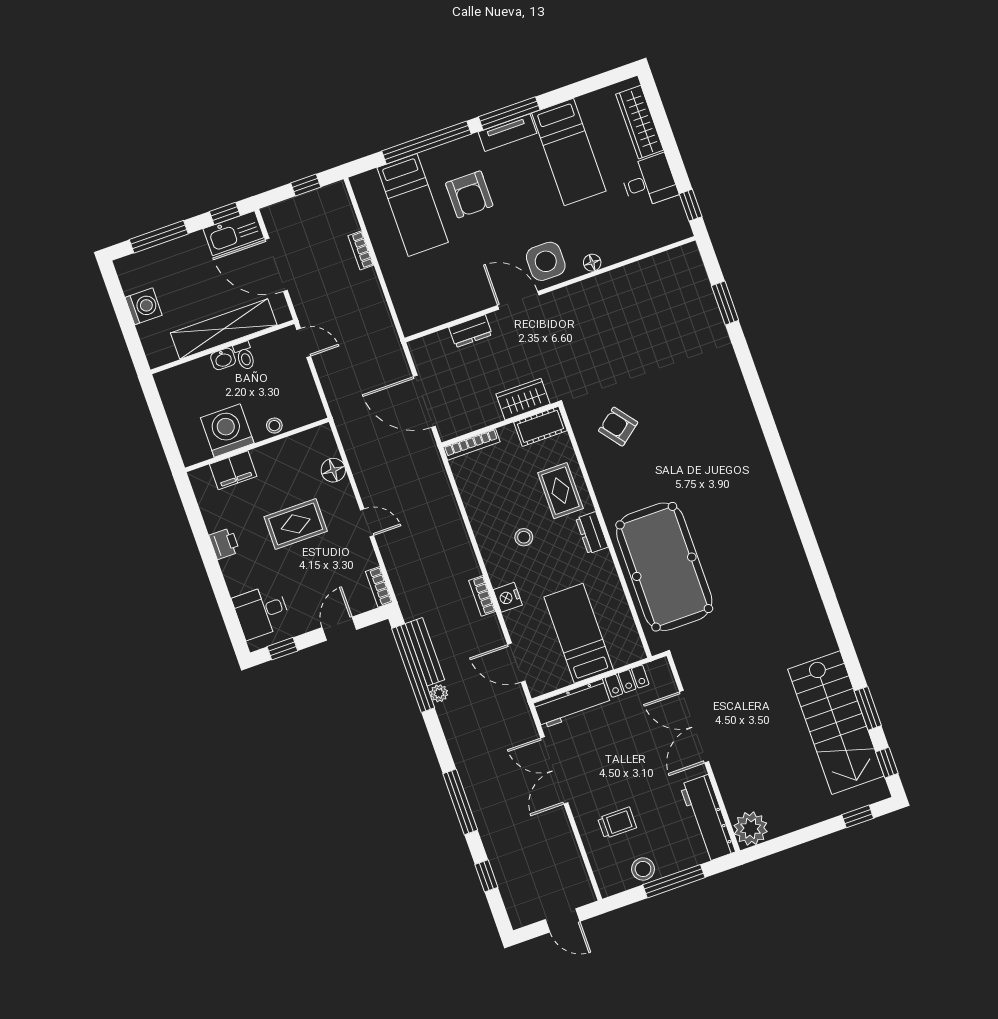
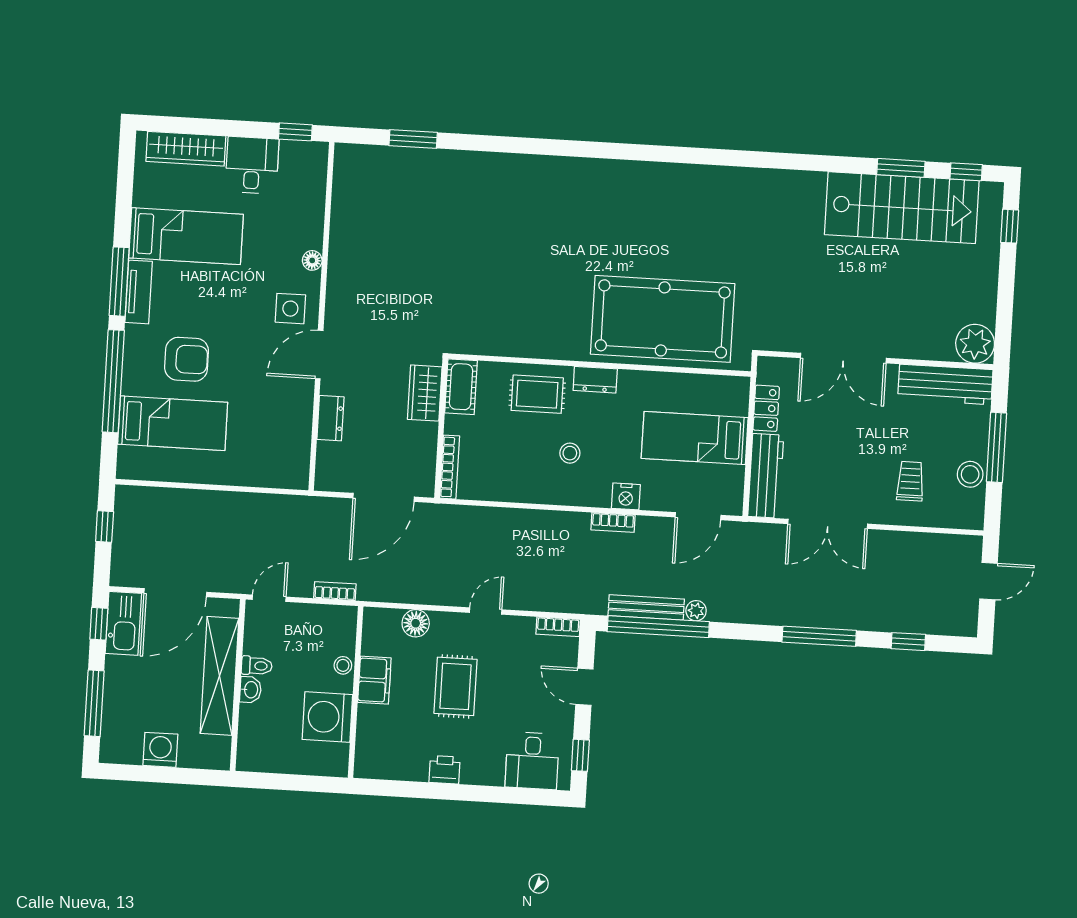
bookcase: (361, 250) -> (335, 591), moved, turned 180
side table: (546, 261) -> (290, 309), width x0.73, depth x0.73
armchair: (618, 427) -> (495, 305), removed
filing cabinet: (233, 470) -> (374, 680), moved

